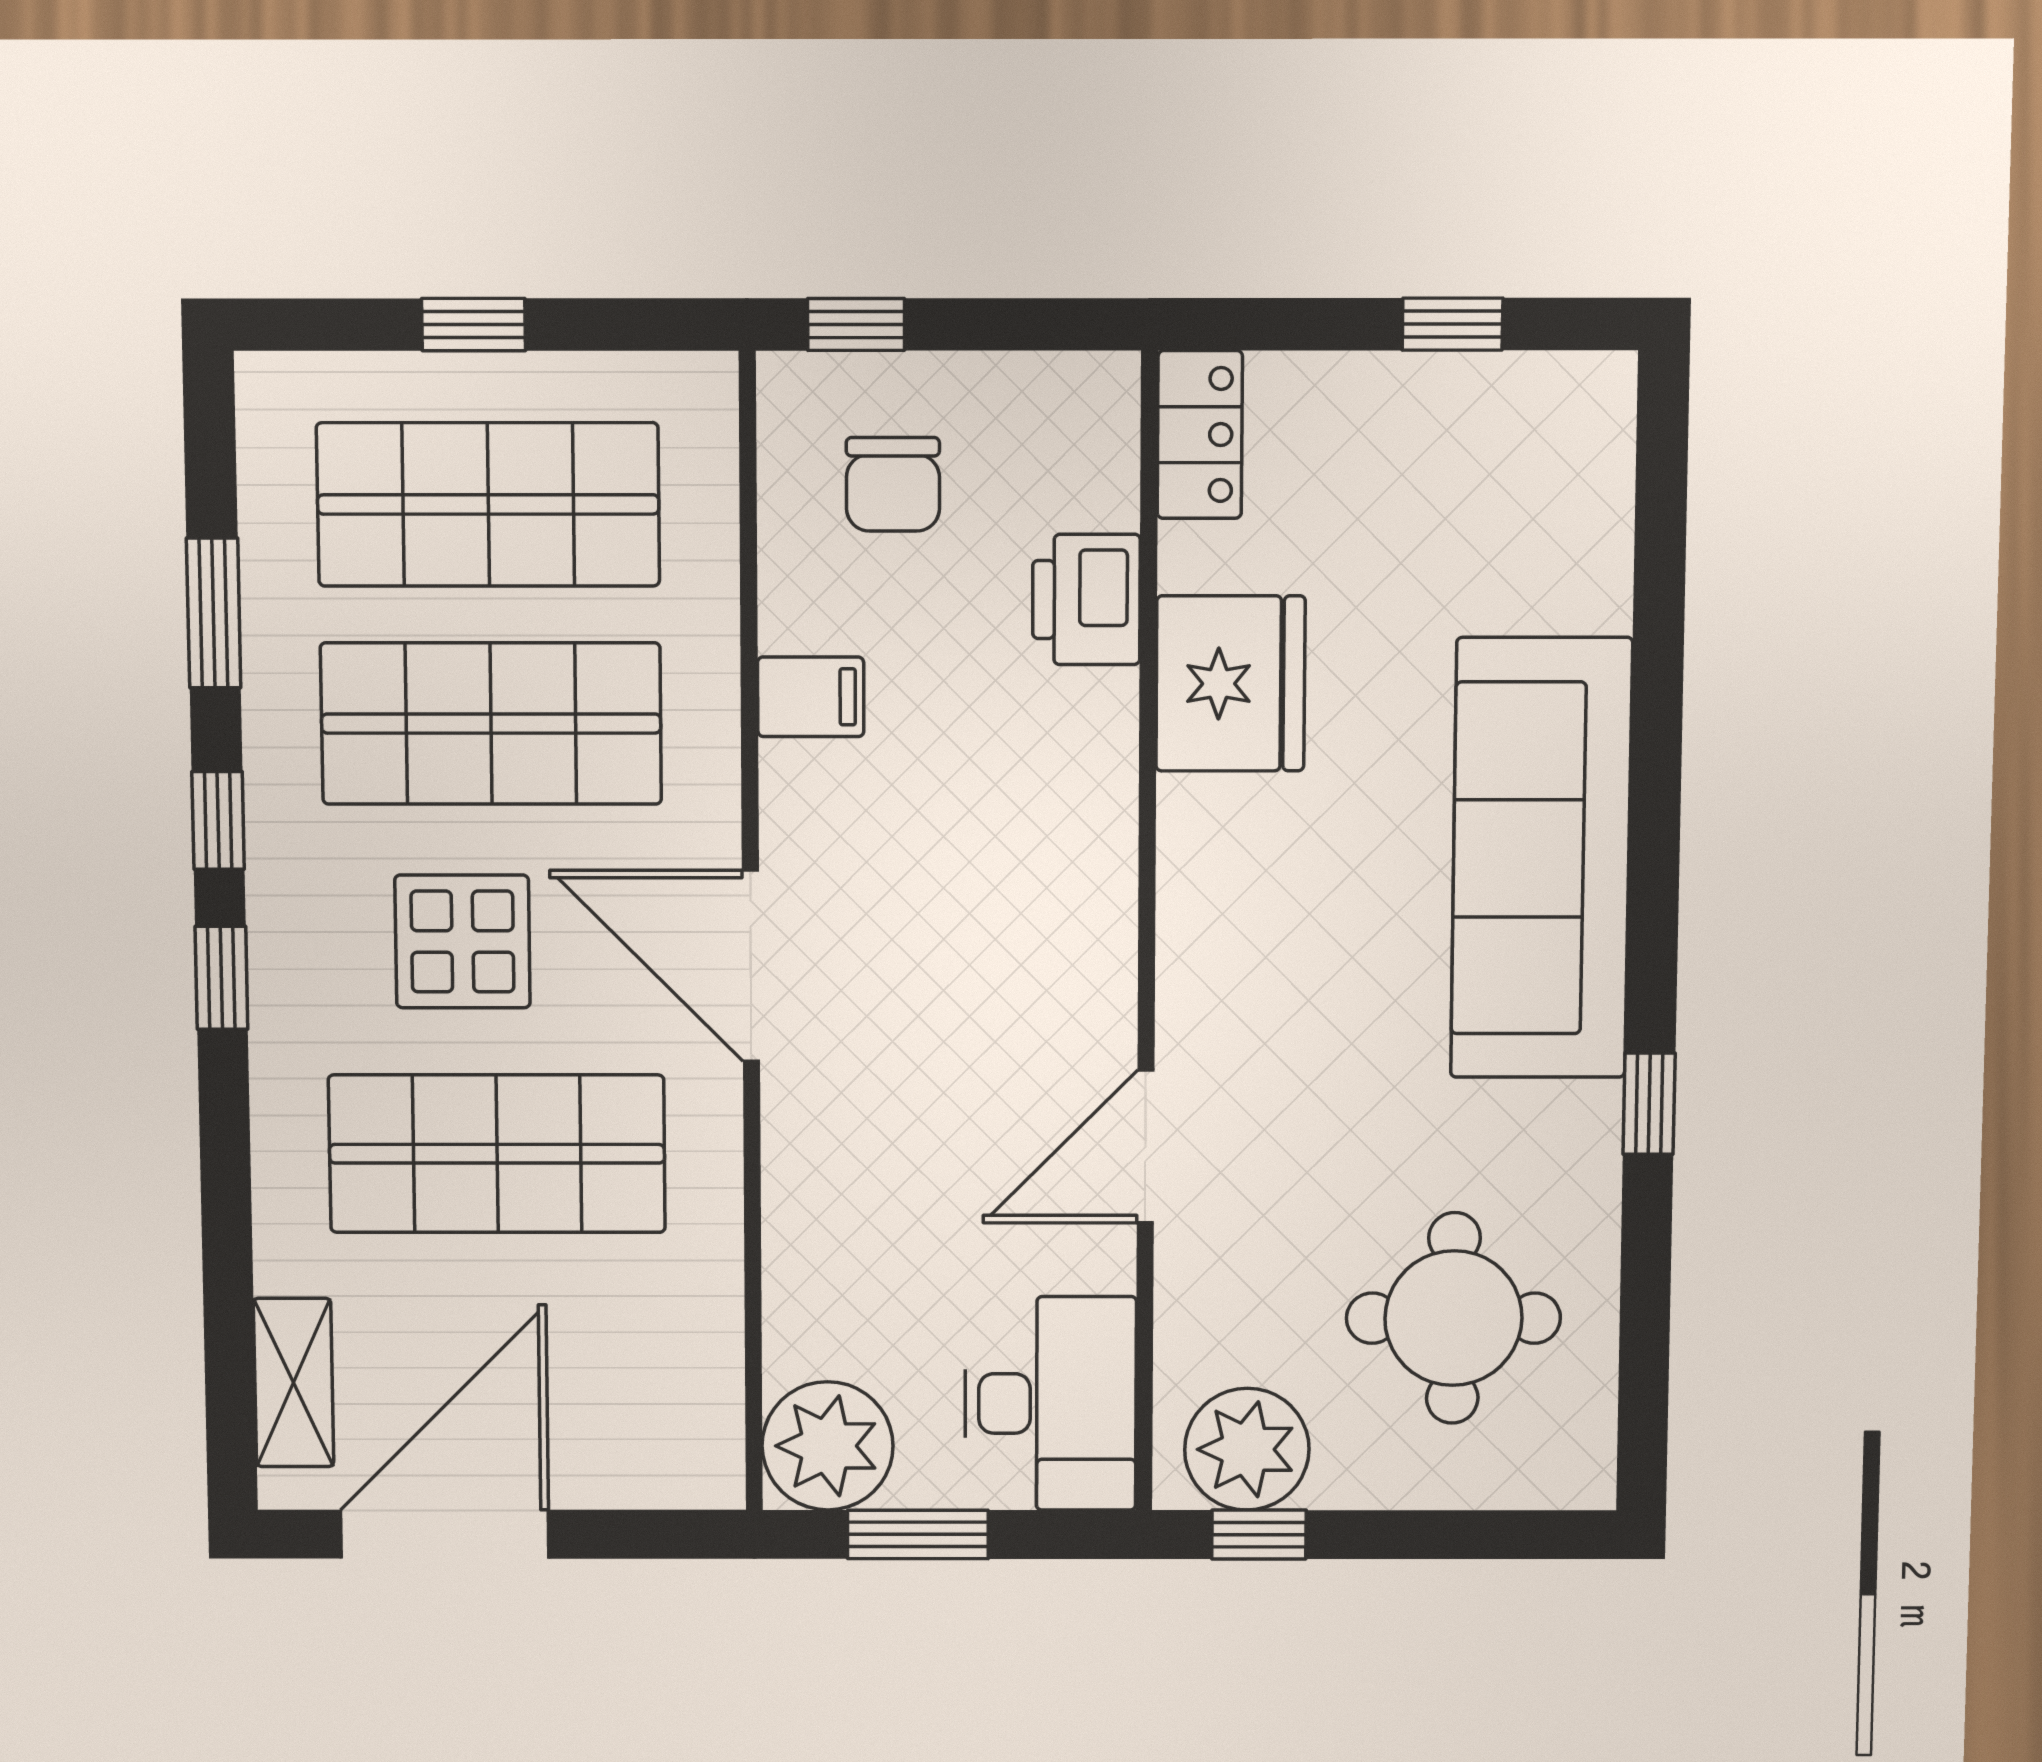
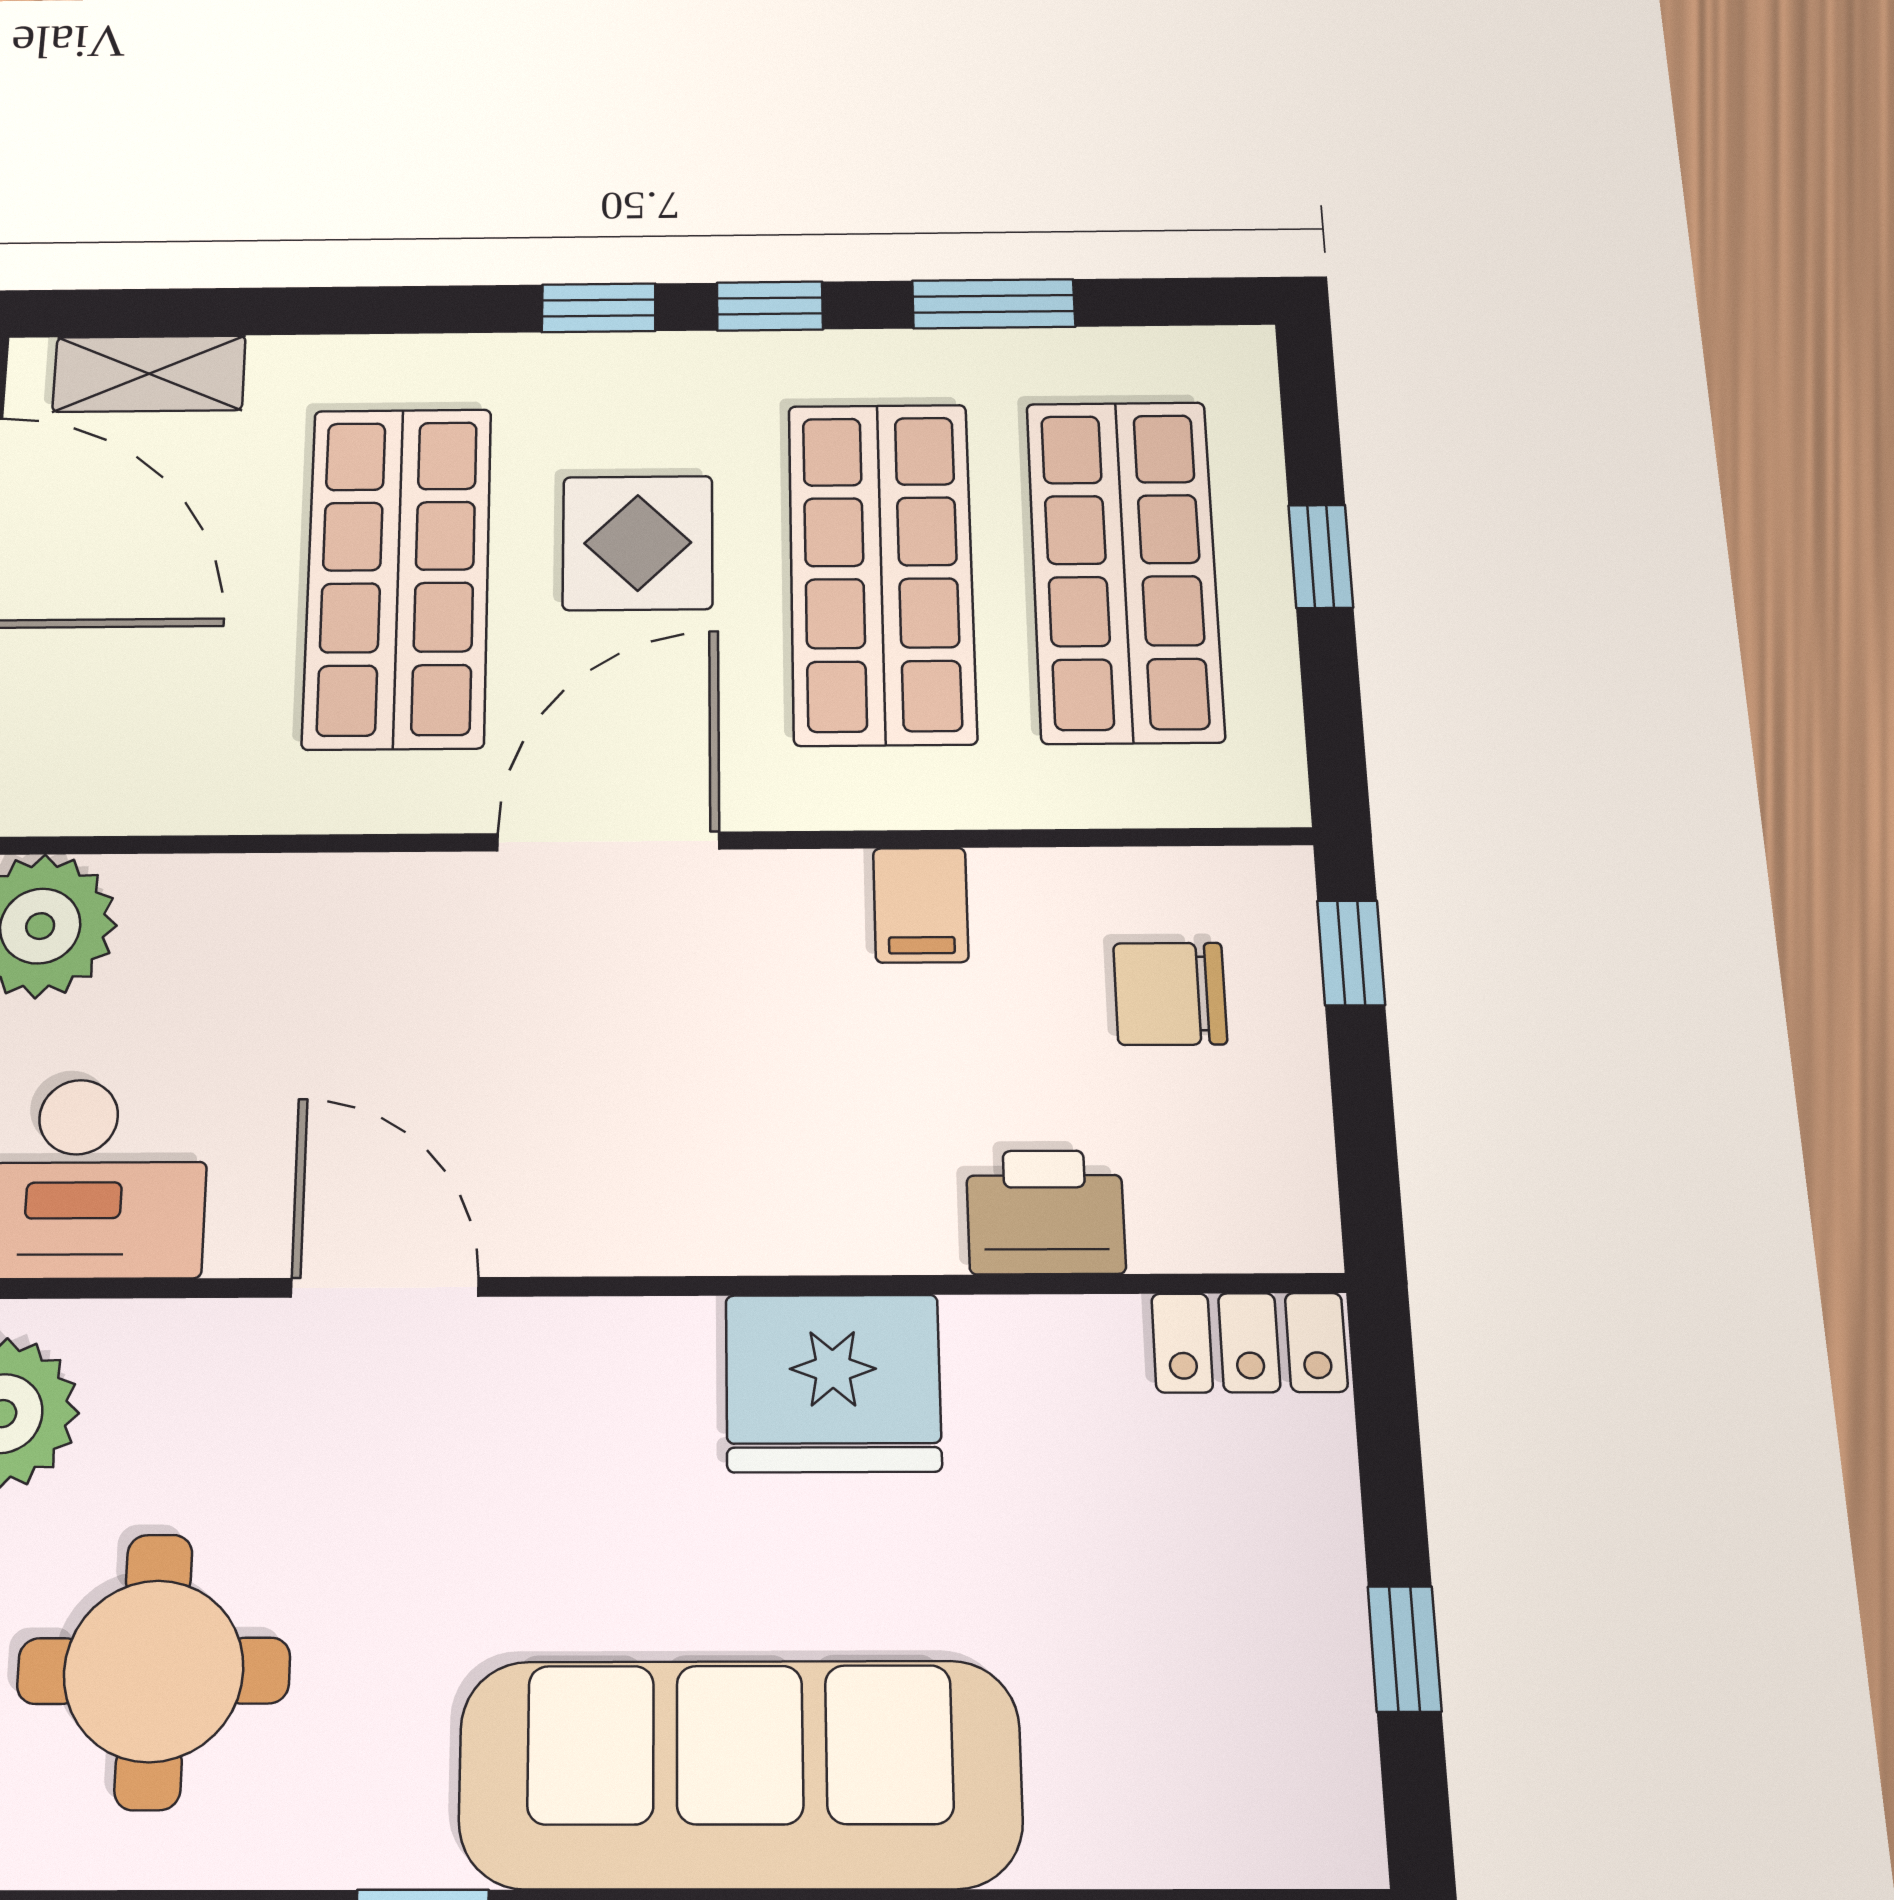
fridge: (1230, 684) -> (833, 1383), moved

